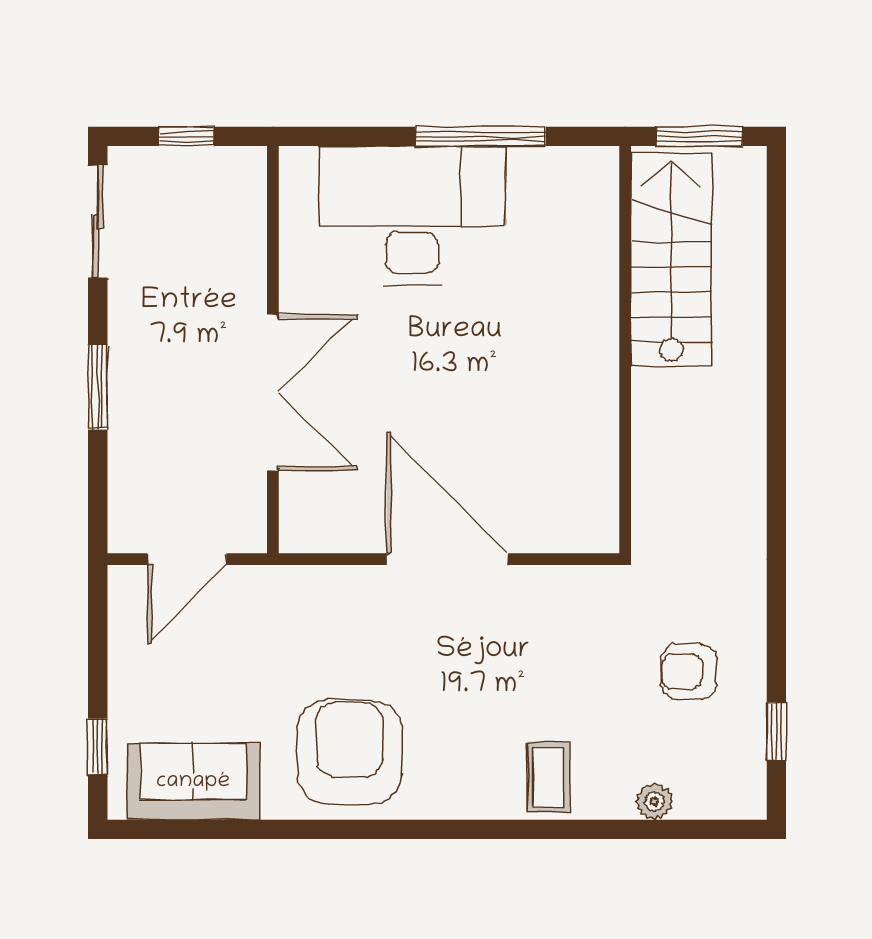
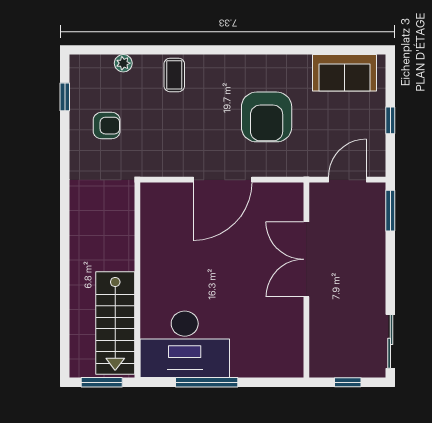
desk: (412, 216) -> (185, 344), moved
window: (98, 387) -> (390, 211), moved
door: (447, 559) -> (223, 180), hinge flipped
window: (98, 746) -> (390, 120), moved
armchair: (349, 752) -> (267, 117), moved

